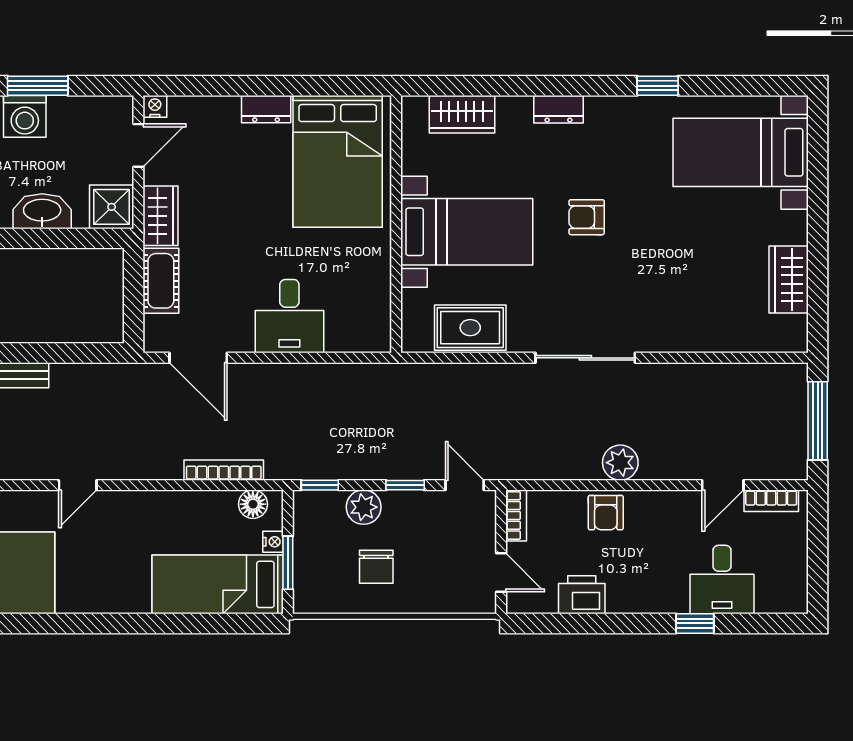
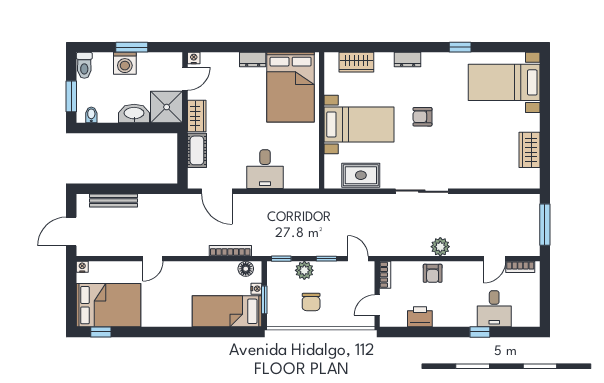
shower: (112, 207) -> (167, 107), width x1.36, depth x1.36
door: (501, 573) -> (377, 305), swing flipped

